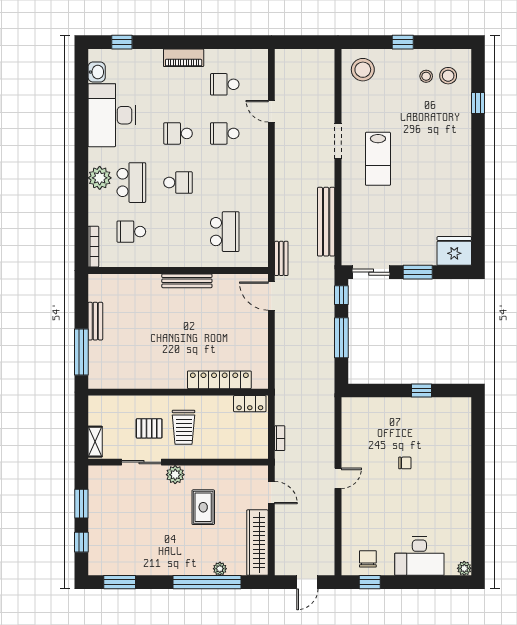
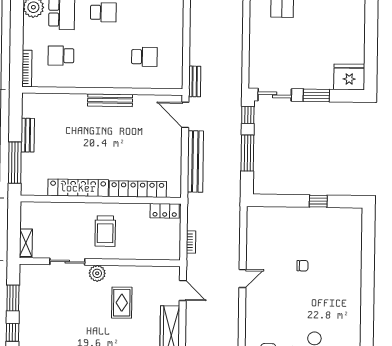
bench: (326, 222) -> (195, 161), moved
school desk: (225, 232) -> (144, 57), width x0.54
locker: (153, 379) -> (78, 188), added
pallet: (149, 428) -> (74, 232), removed

